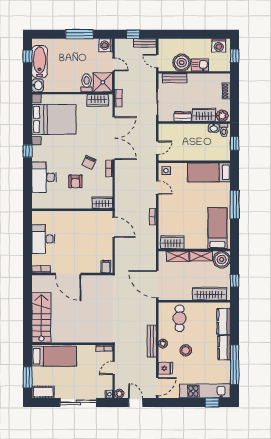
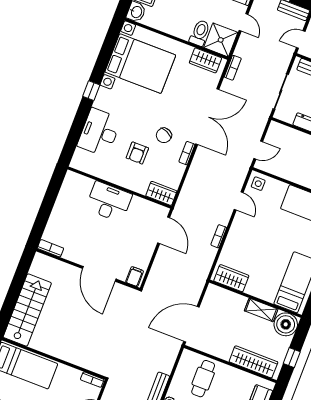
door: (157, 61) -> (301, 40), hinge flipped
desk: (43, 239) -> (109, 202), moved, turned 90
shelving: (178, 256) -> (231, 298), removed
door: (68, 274) -> (99, 274), moved
door: (157, 284) -> (191, 324), hinge flipped

